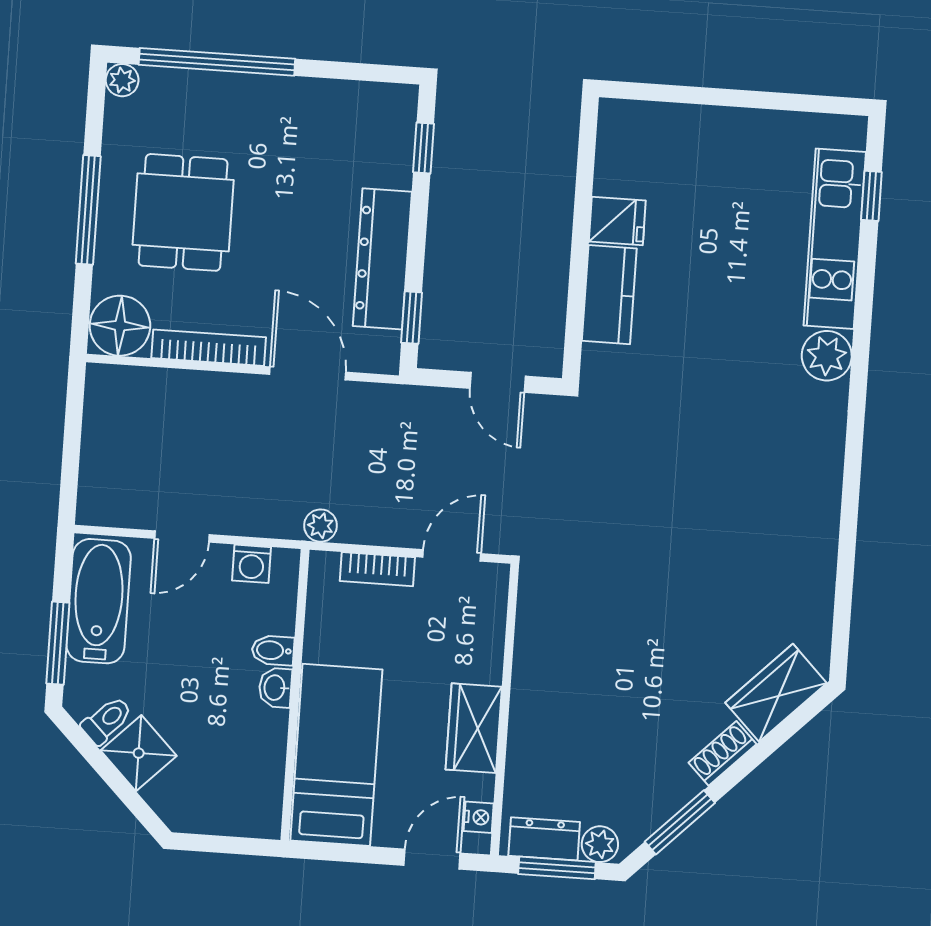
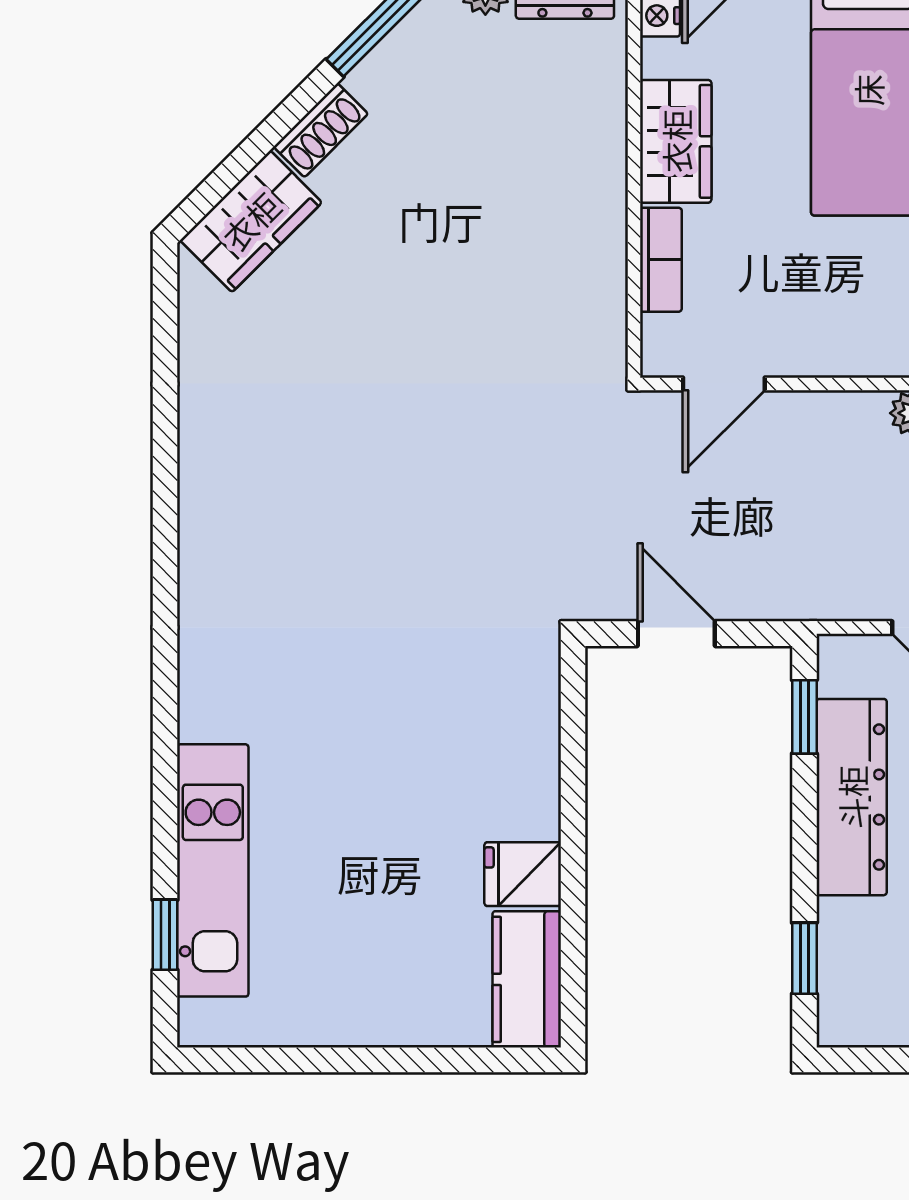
kitchen counter: (609, 295) -> (527, 979), moved
plant: (827, 356) -> (213, 704), removed
bookcase: (377, 569) -> (661, 260), moved, turned 90

